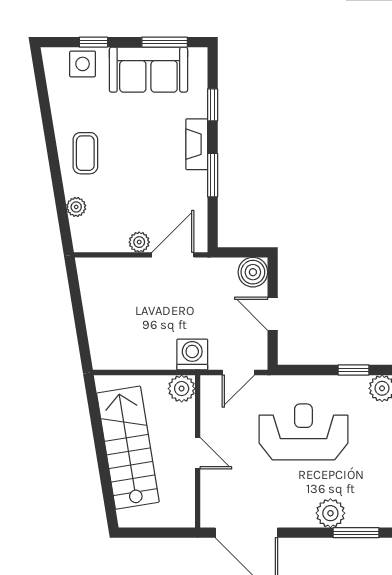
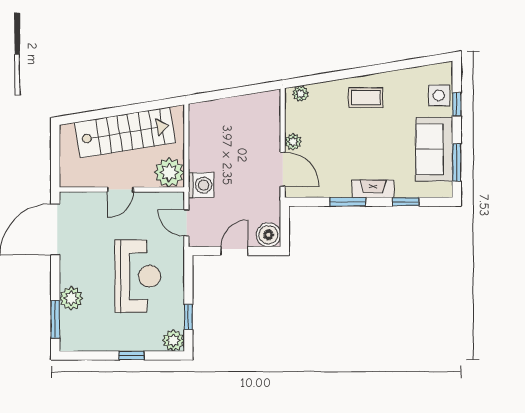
plant: (76, 207) -> (300, 94), moved
plant: (182, 389) -> (169, 172), width x1.36, depth x1.36

